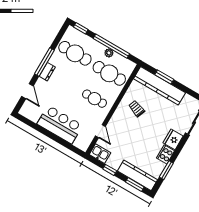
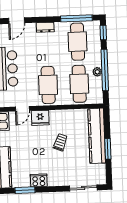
window: (44, 62) -> (76, 18), moved
window: (164, 77) -> (108, 149), moved
cafe table: (94, 99) -> (48, 85), width x1.37, depth x1.35
trolley: (137, 109) -> (60, 142), moved
fridge: (173, 139) -> (40, 118), moved, turned 180

